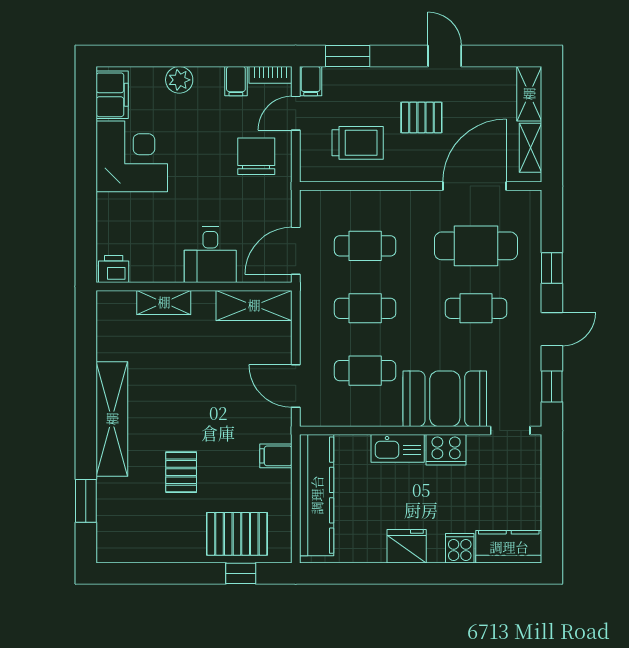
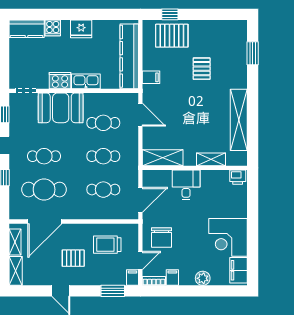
door: (296, 251) -> (140, 200), moved
shelving: (112, 419) -> (239, 120), moved

